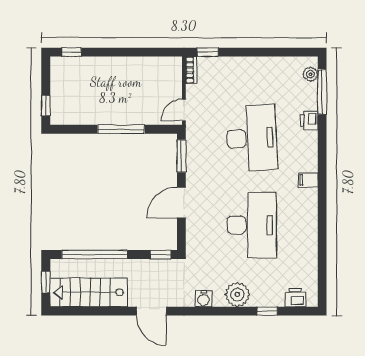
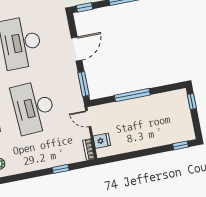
window: (208, 52) -> (61, 169), moved
fridge: (172, 78) -> (102, 141), added
door: (184, 110) -> (88, 119), swing flipped

